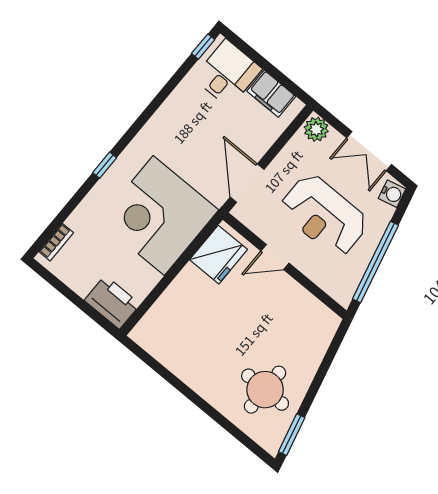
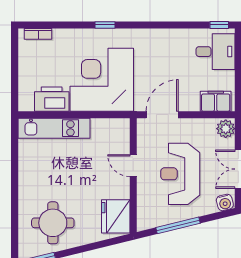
filing cabinet: (271, 94) -> (216, 101), moved, turned 90
fridge: (218, 255) -> (116, 216), moved, turned 90
window: (376, 262) -> (178, 225), width x0.68
printer: (112, 302) -> (52, 99), moved, turned -90
kitchen unit: (168, 307) -> (54, 128), added

